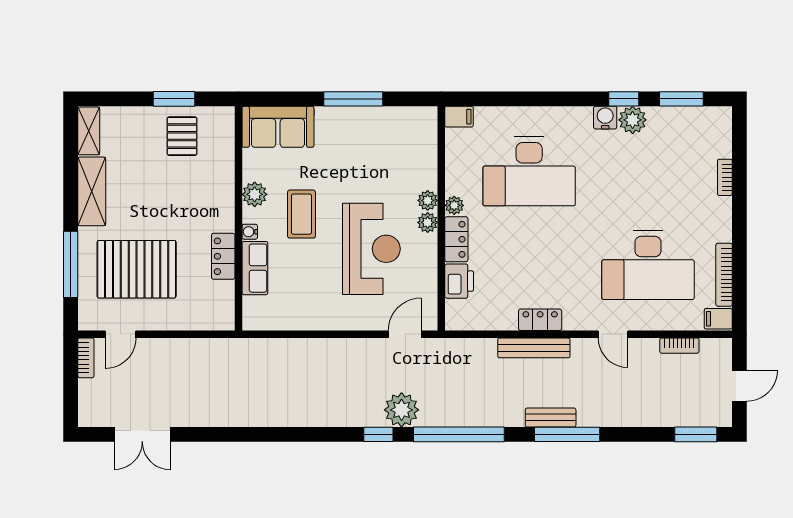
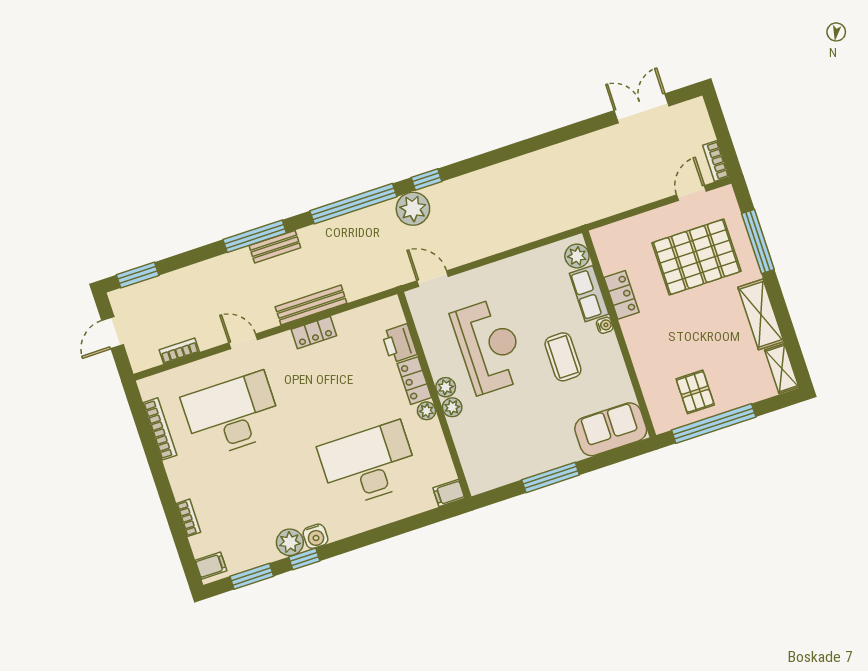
window: (174, 99) -> (714, 424), width x2.11
plant: (255, 194) -> (577, 256), moved
reception desk: (371, 249) -> (489, 346), turned 180
filing cabinet: (718, 319) -> (211, 566), moved
door: (405, 334) -> (433, 279), swing flipped

